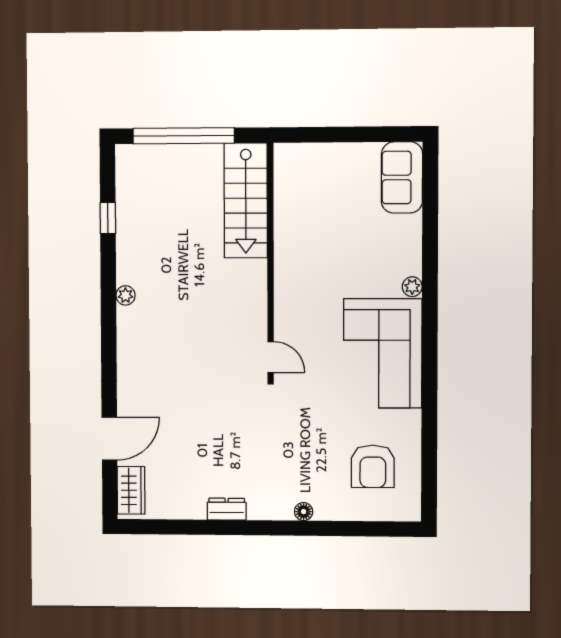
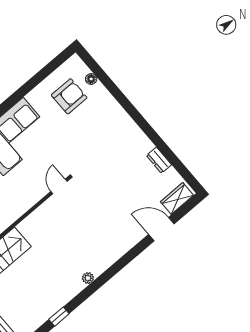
dresser: (227, 509) -> (159, 160), moved
floor lamp: (304, 512) -> (91, 79), moved

